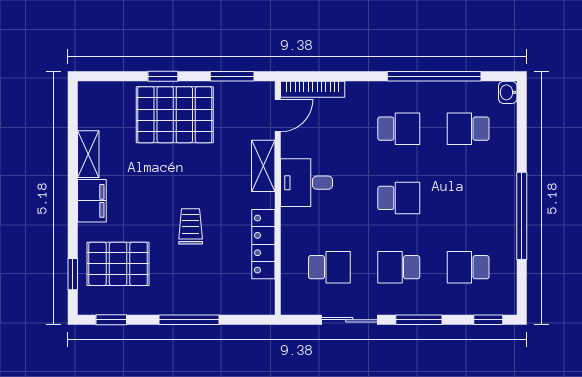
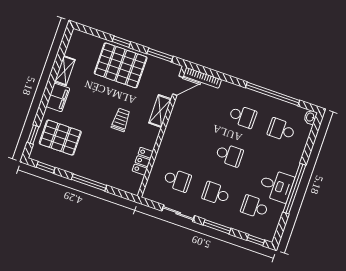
desk: (306, 183) -> (276, 186), moved, turned 180
trolley: (191, 226) -> (121, 120), moved
locker: (263, 244) -> (143, 161), width x0.66

